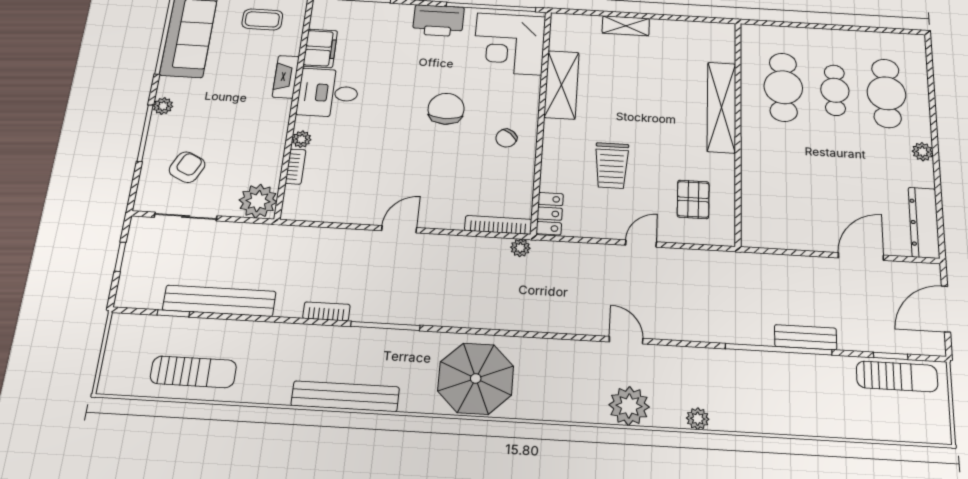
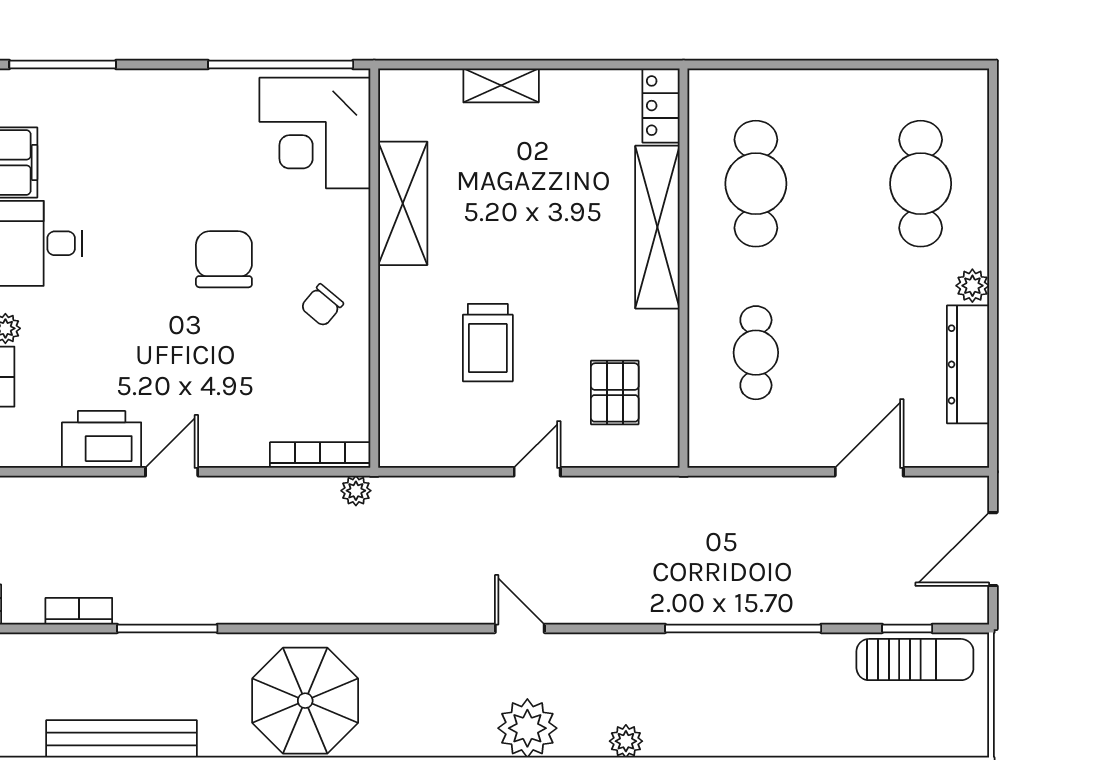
printer: (438, 21) -> (102, 439), moved, turned 180
cafe table: (835, 90) -> (756, 353), moved
locker: (550, 214) -> (661, 106), moved, turned 180
dresser: (924, 223) -> (968, 364), moved
bench: (806, 337) -> (783, 607), removed

